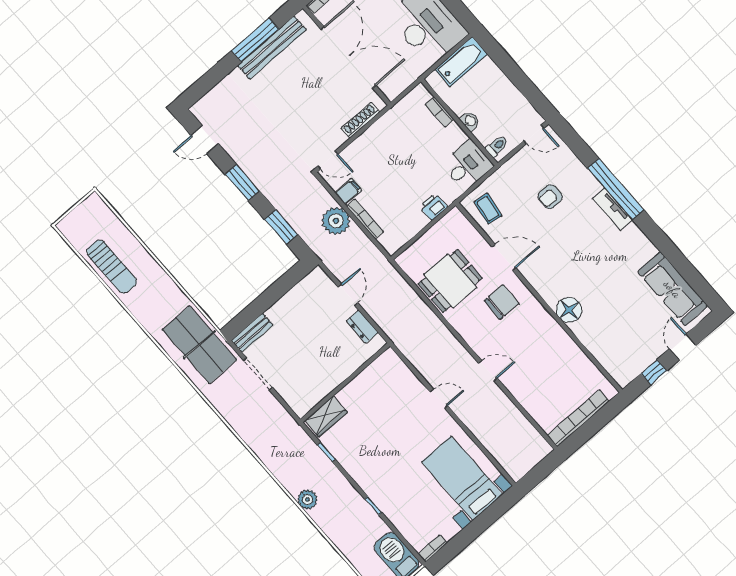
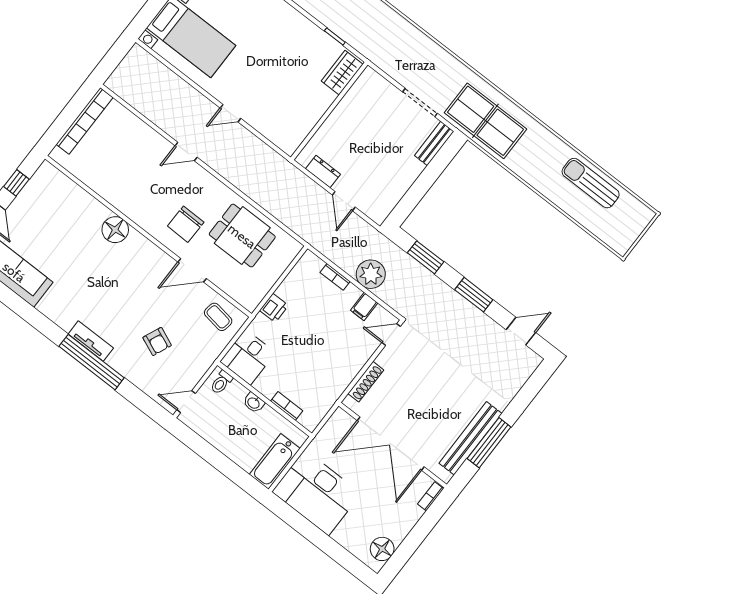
armchair: (550, 197) -> (157, 341), turned 113
bookcase: (365, 219) -> (335, 277), width x0.64
dining table: (450, 281) -> (242, 236), turned 90

